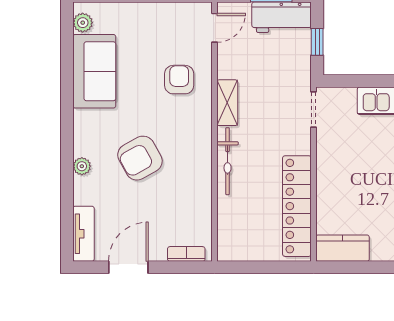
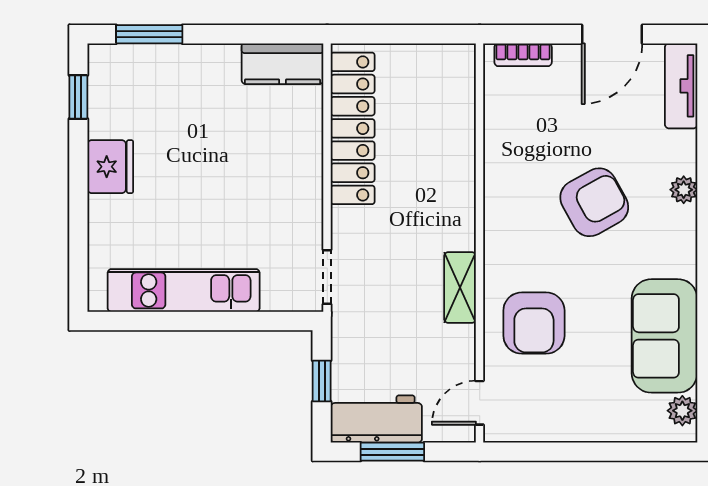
armchair: (179, 80) -> (534, 323), width x1.38, depth x1.38
bicycle: (228, 161) -> (460, 198), removed

